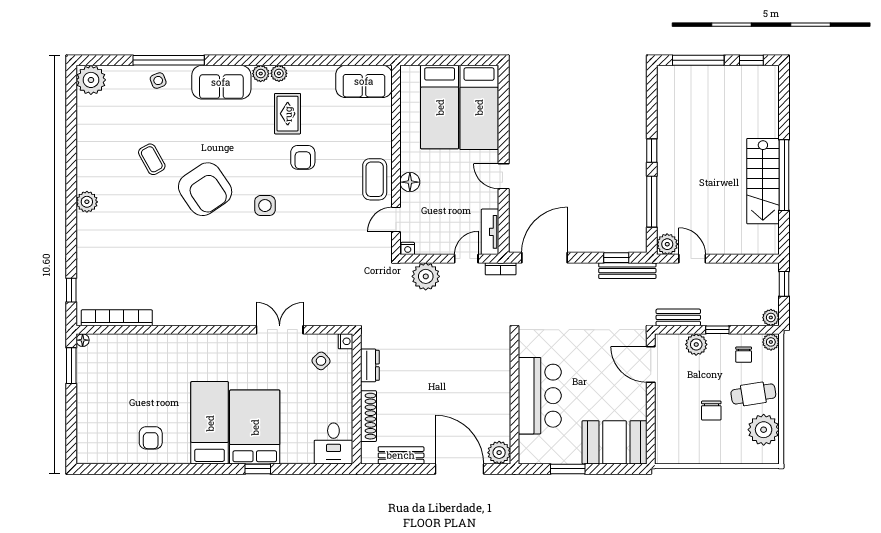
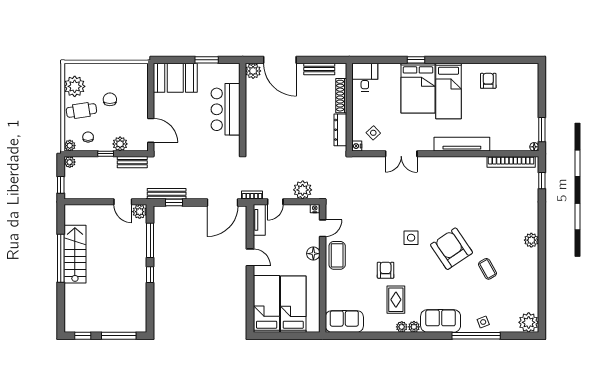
tv unit: (190, 344) -> (462, 144), added
dresser: (370, 365) -> (340, 130), width x1.44

